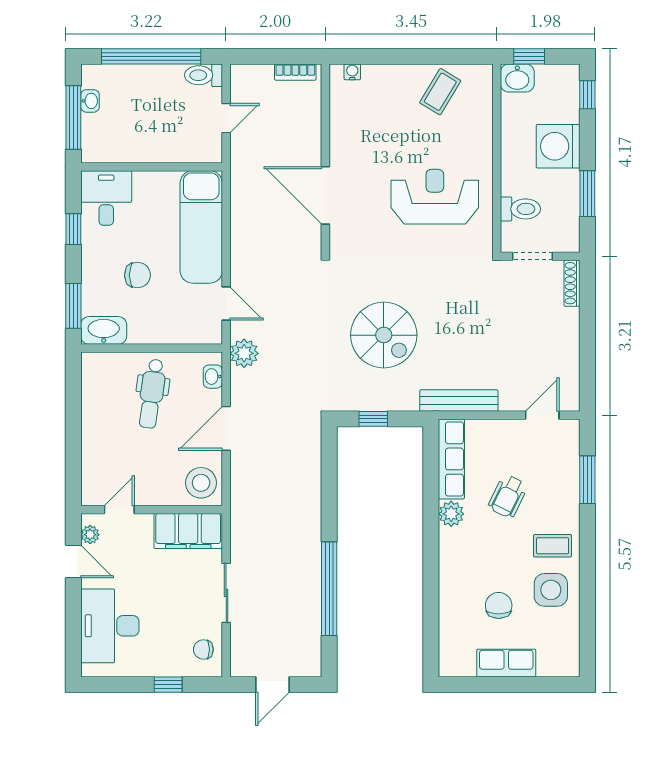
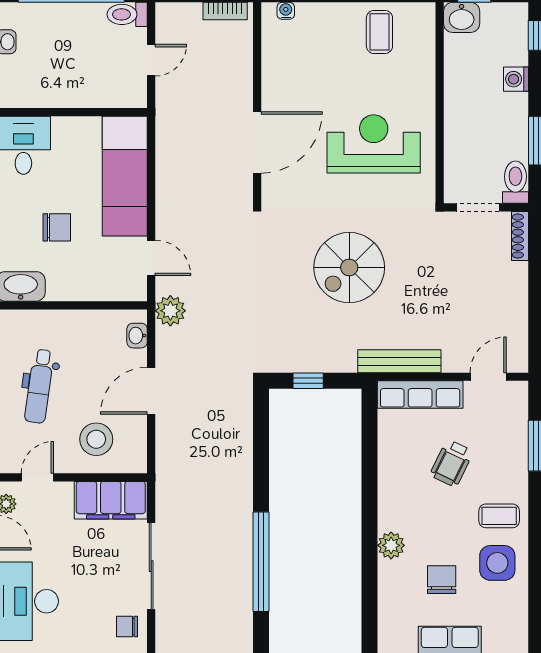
coffee table: (440, 92) -> (379, 32), turned -31
washing machine: (558, 146) -> (516, 79), width x0.53, depth x0.53
door: (325, 195) -> (257, 142), swing flipped
toilet: (520, 209) -> (515, 182), moved, turned -90
spiral stairs: (384, 335) -> (349, 268), moved, turned 90
dental chair: (152, 394) -> (39, 386), moved
row of seats: (451, 459) -> (420, 395), moved, turned 90
stool: (201, 483) -> (96, 439), moved
plant: (451, 514) -> (391, 545), moved
sliding door: (226, 593) -> (151, 566), width x1.37

